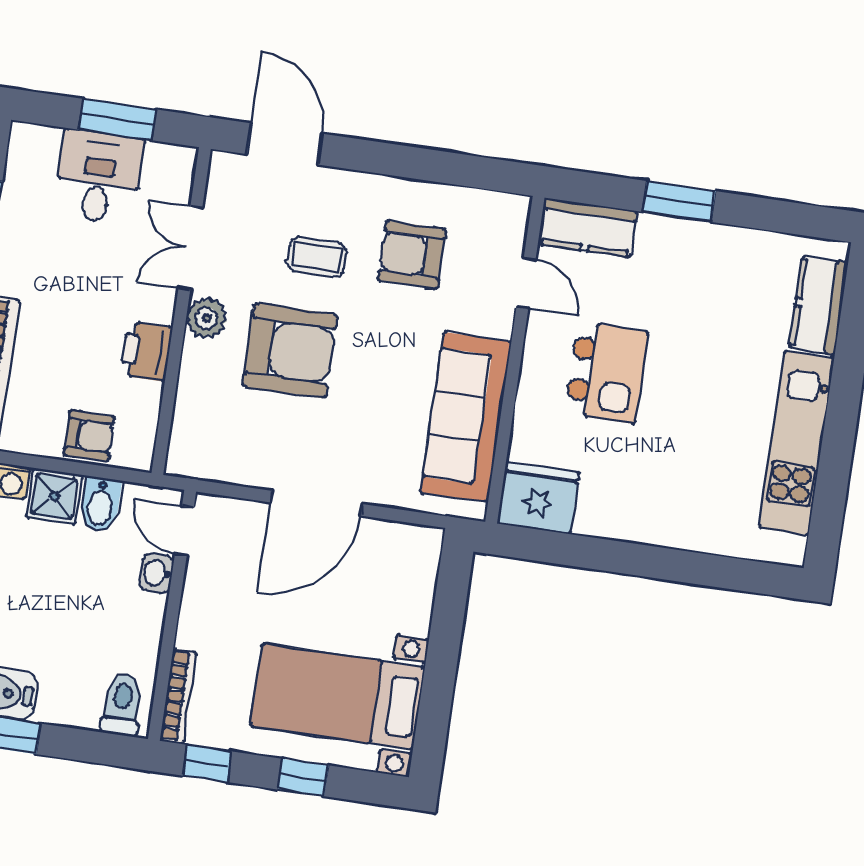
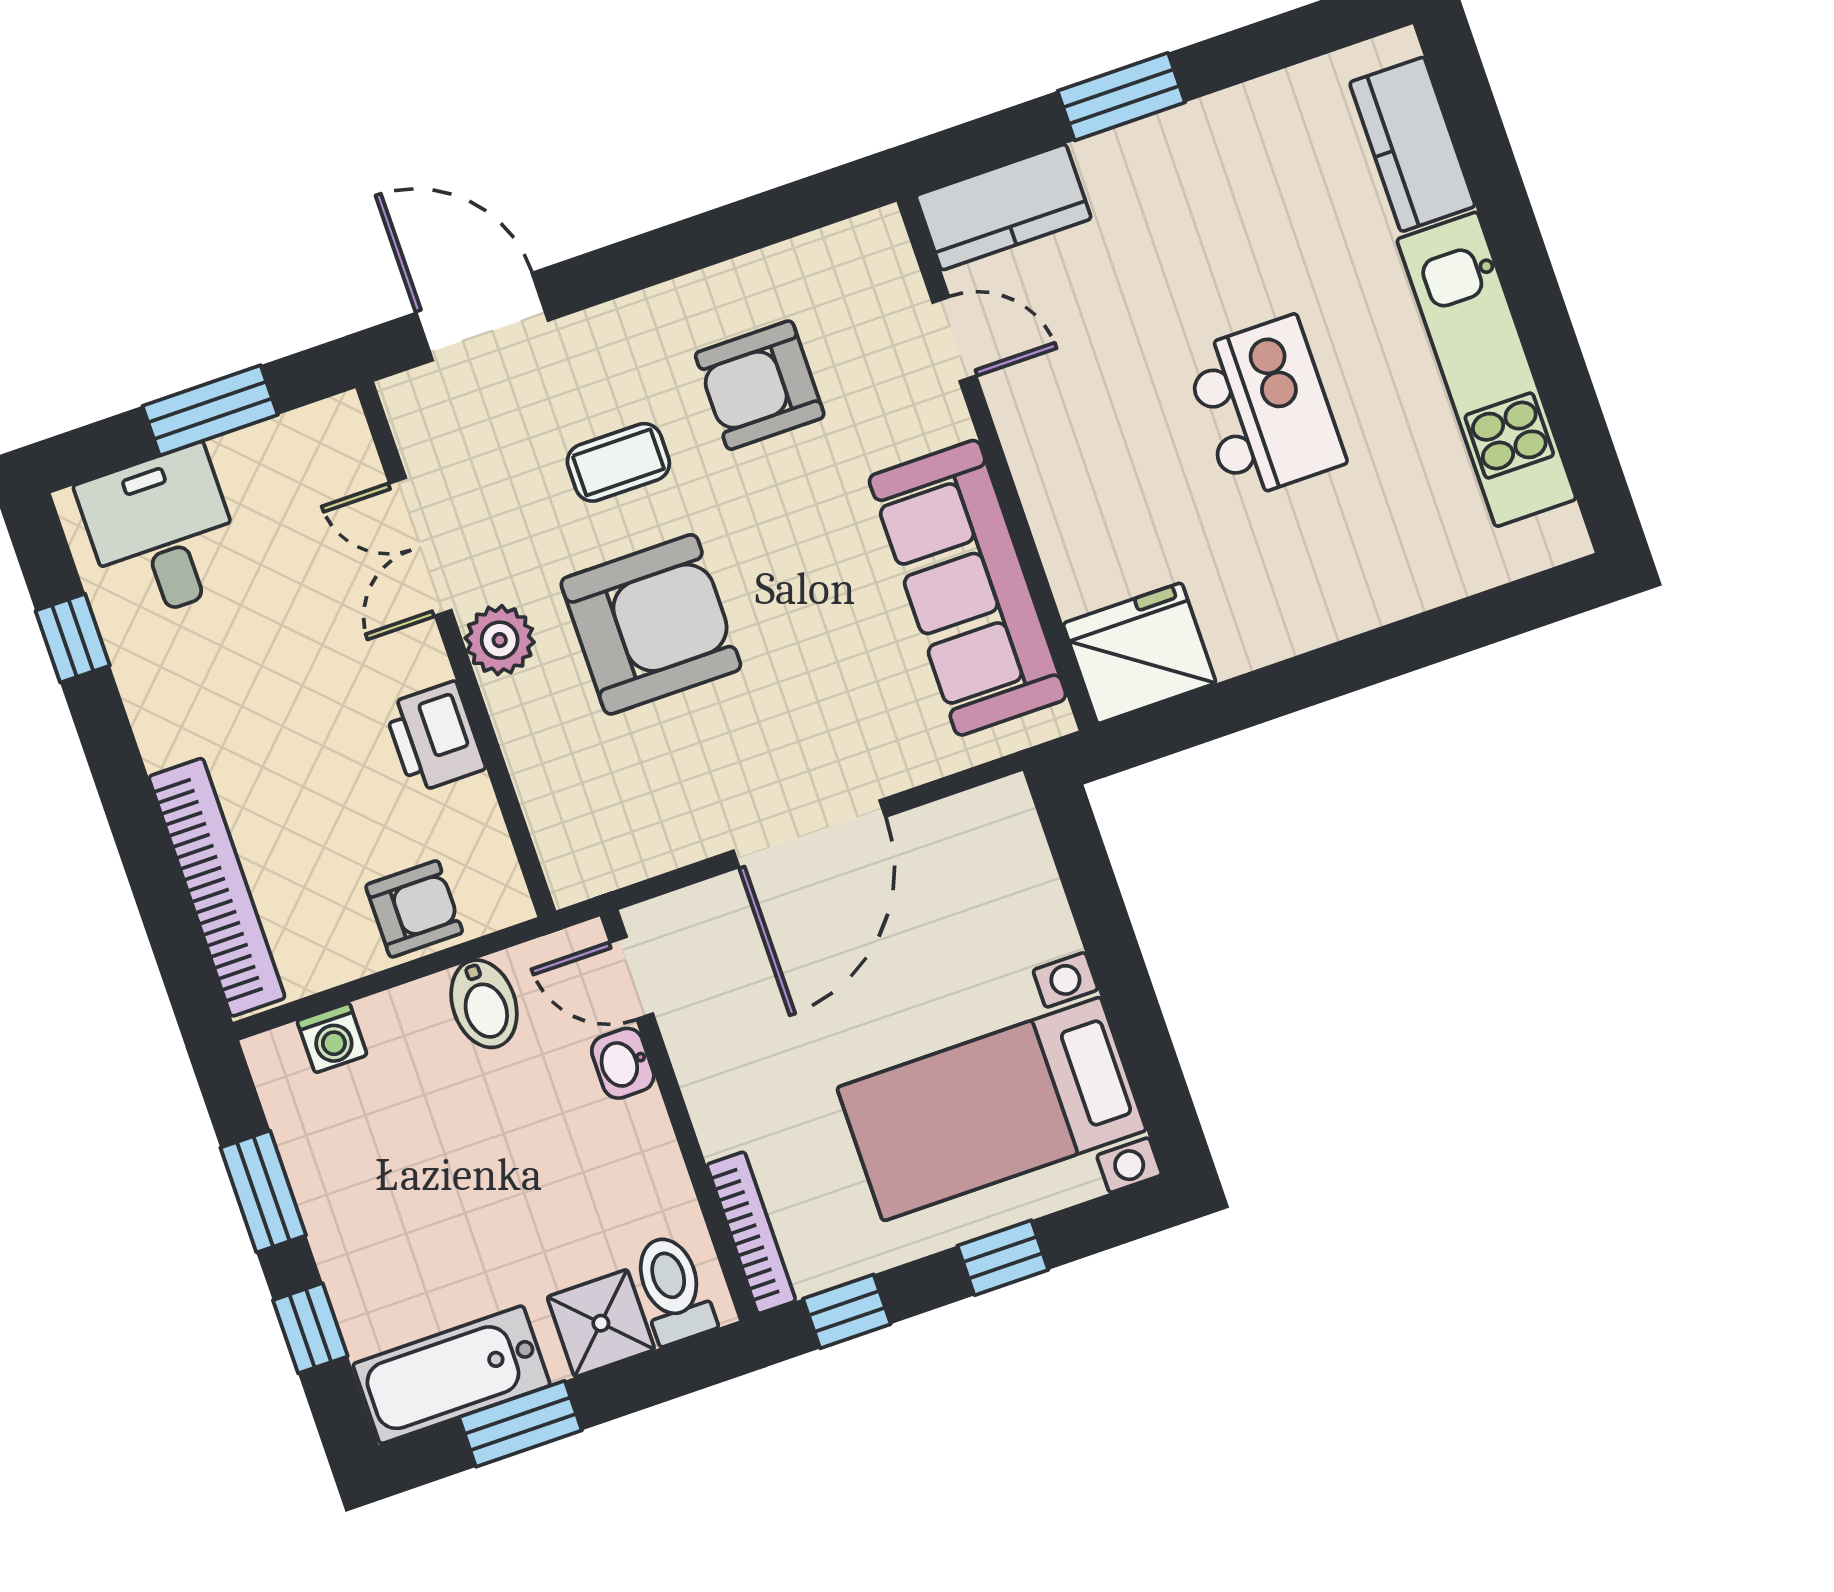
desk: (99, 177) -> (162, 534), moved
kitchen island: (606, 373) -> (1265, 408), moved
shower: (54, 496) -> (601, 1323), moved

